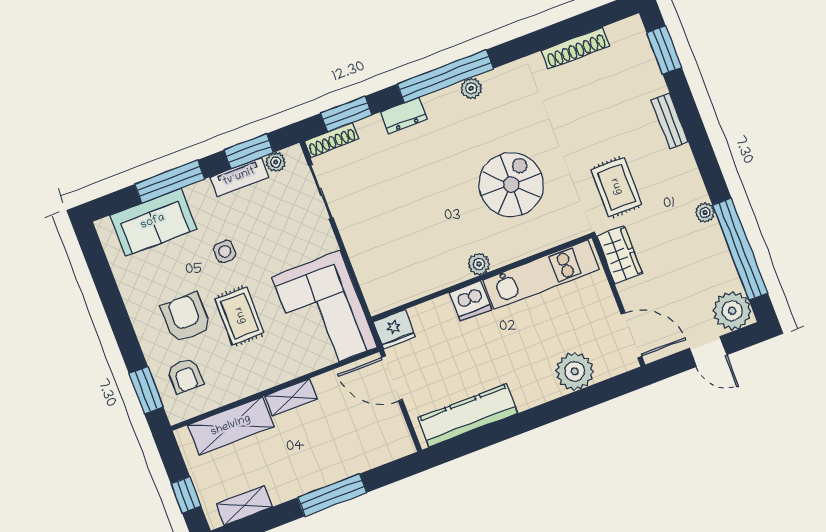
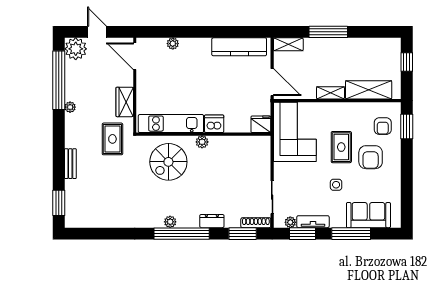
shoe rack: (575, 48) -> (106, 222), removed
plant: (479, 264) -> (202, 142), moved
kitchen unit: (541, 275) -> (171, 124), moved
wall: (481, 277) -> (203, 134), moved
dishwasher: (471, 301) -> (214, 124), moved
fridge: (394, 329) -> (261, 124), moved
plant: (575, 371) -> (173, 44), width x0.53, depth x0.53
armchair: (185, 376) -> (383, 126), turned 180
shelving: (244, 506) -> (288, 44), moved

